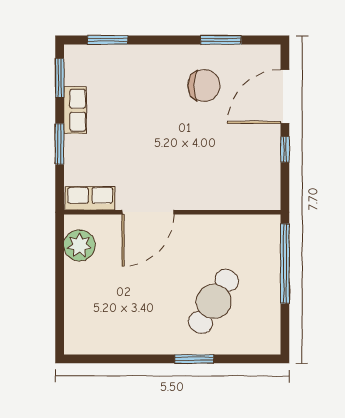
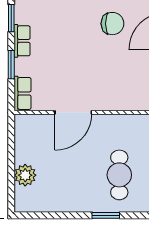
row of seats: (90, 198) -> (23, 93), moved, turned 90
plant: (79, 245) -> (25, 175), moved
cafe table: (214, 301) -> (119, 175), turned -32

